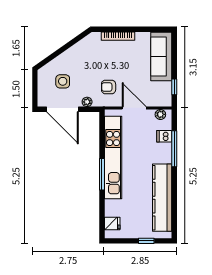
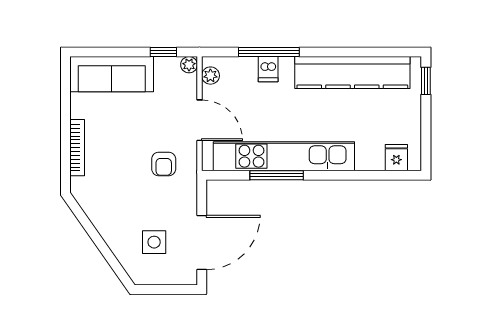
plant: (87, 102) -> (189, 65), moved
door: (134, 108) -> (199, 120), swing flipped
dishwasher: (164, 136) -> (268, 69), moved
window: (102, 174) -> (277, 175), moved
window: (146, 241) -> (426, 81), moved

